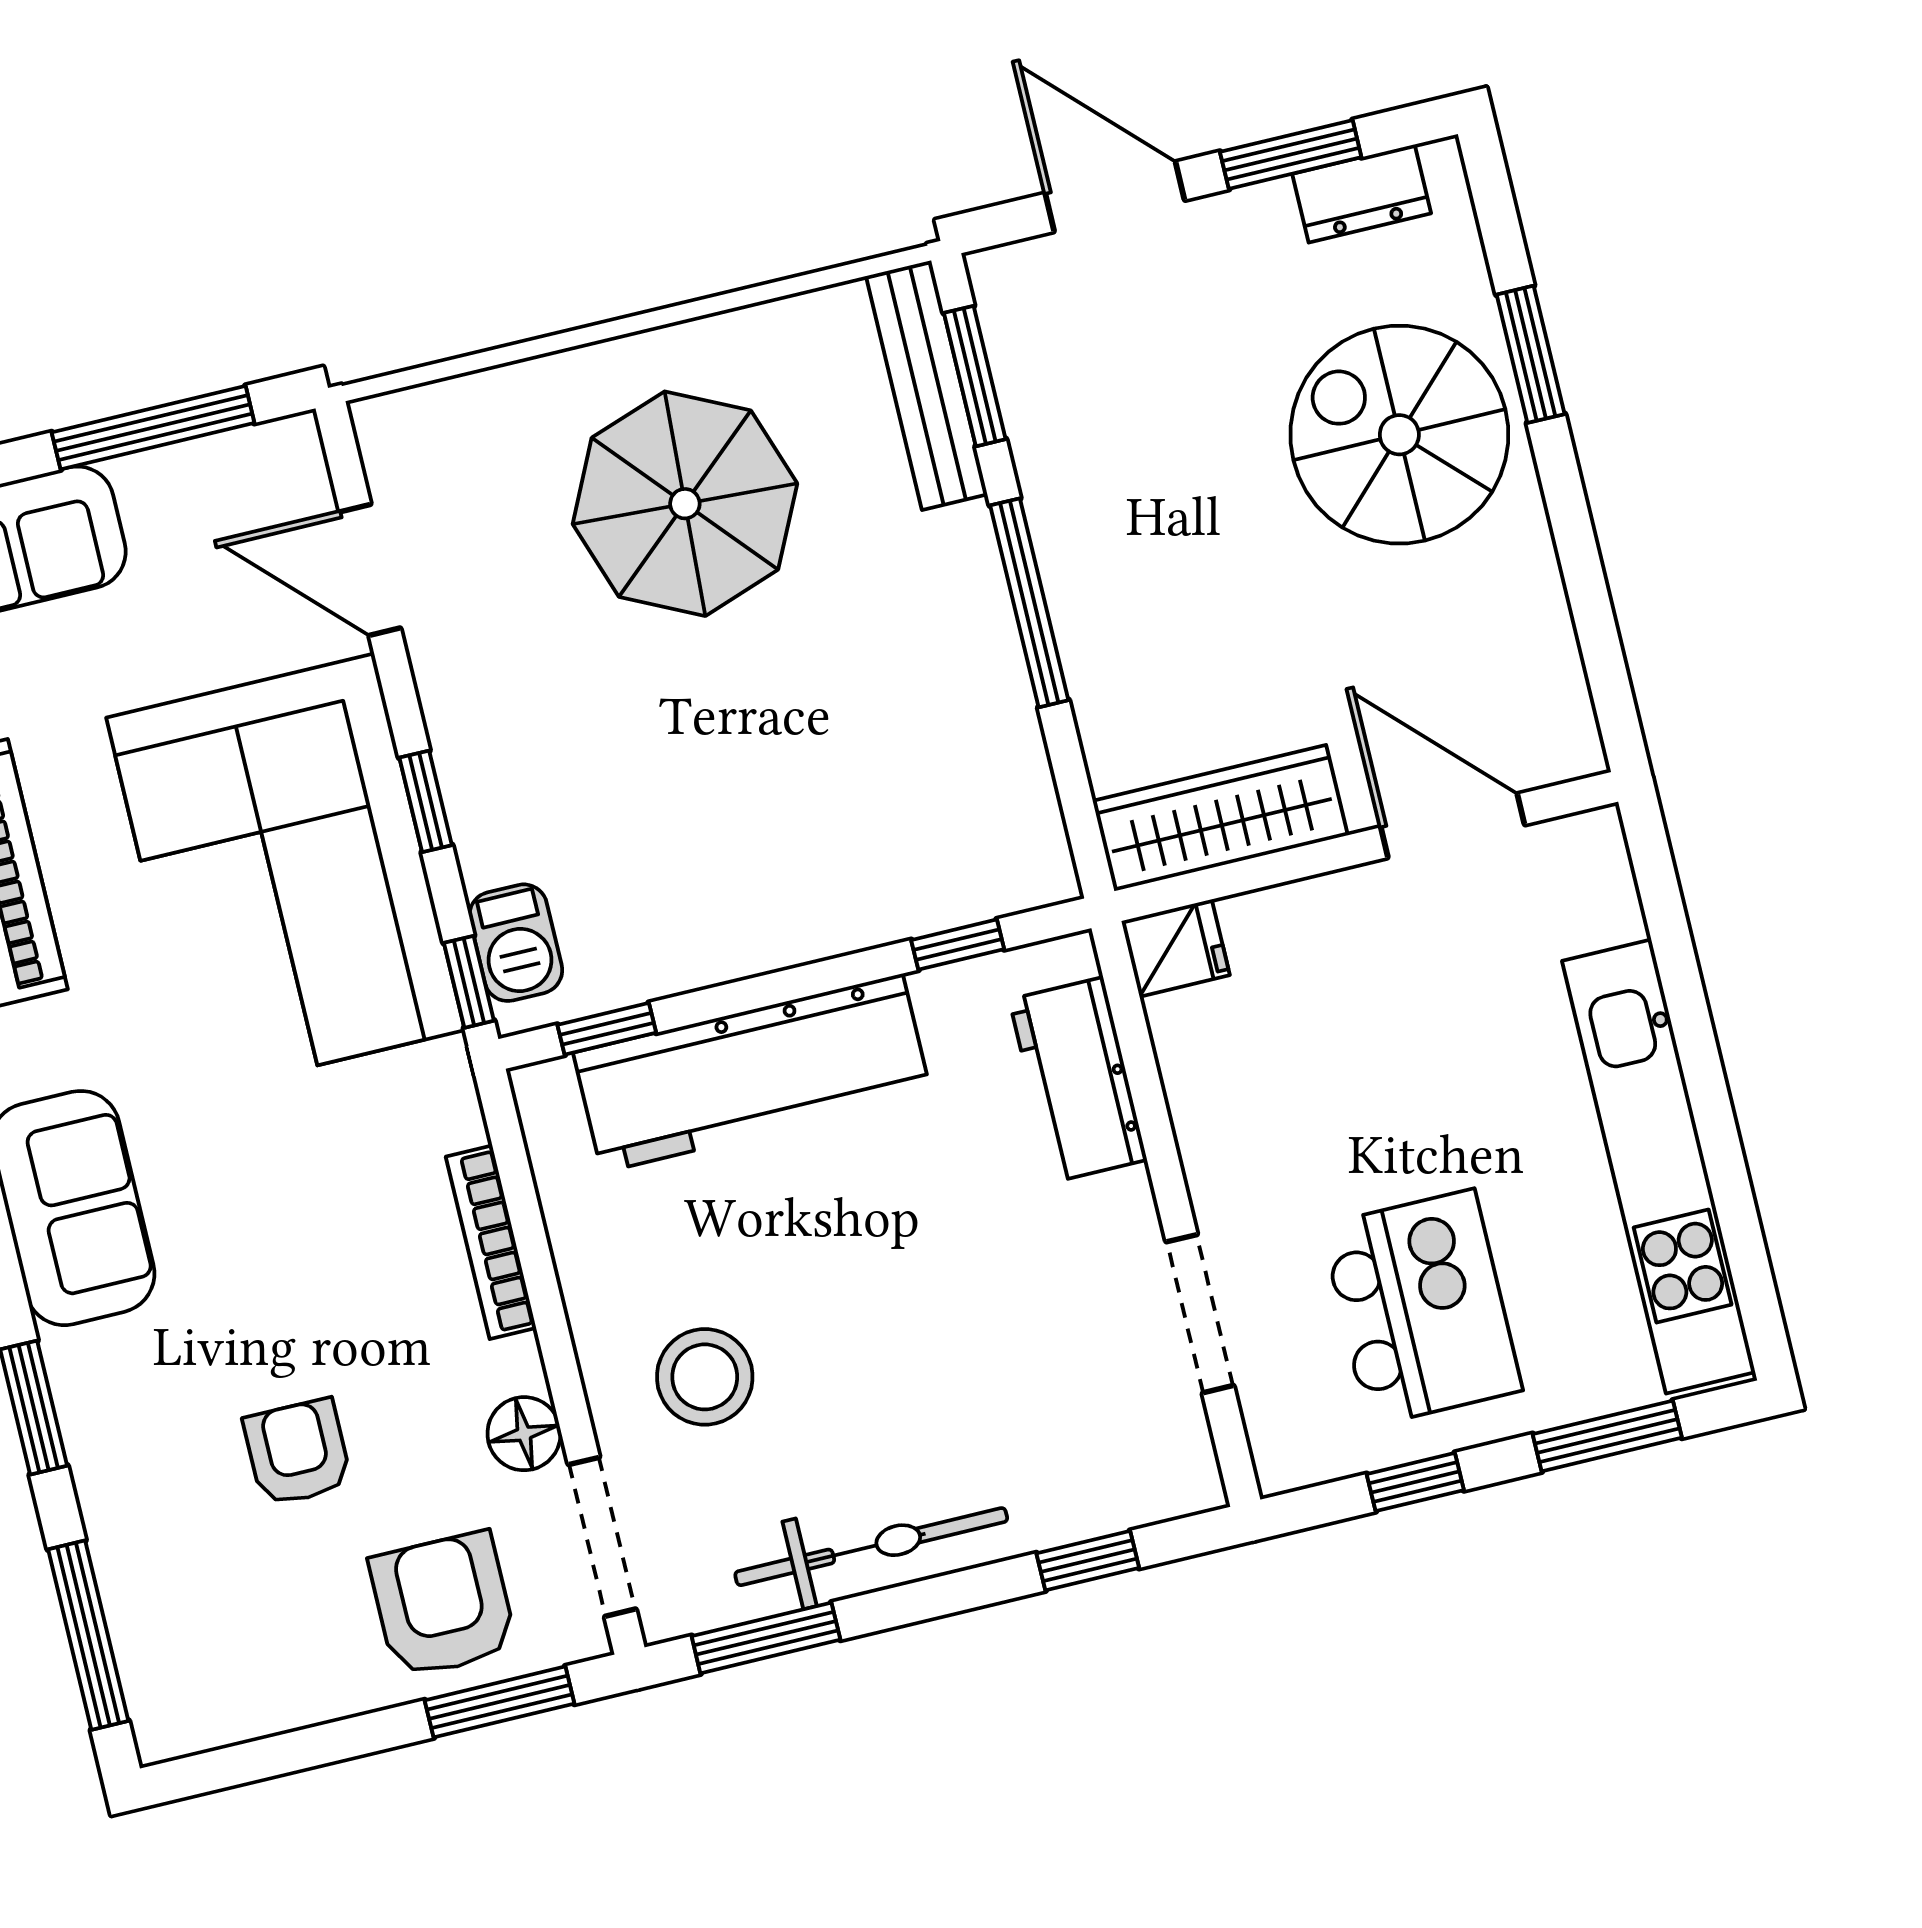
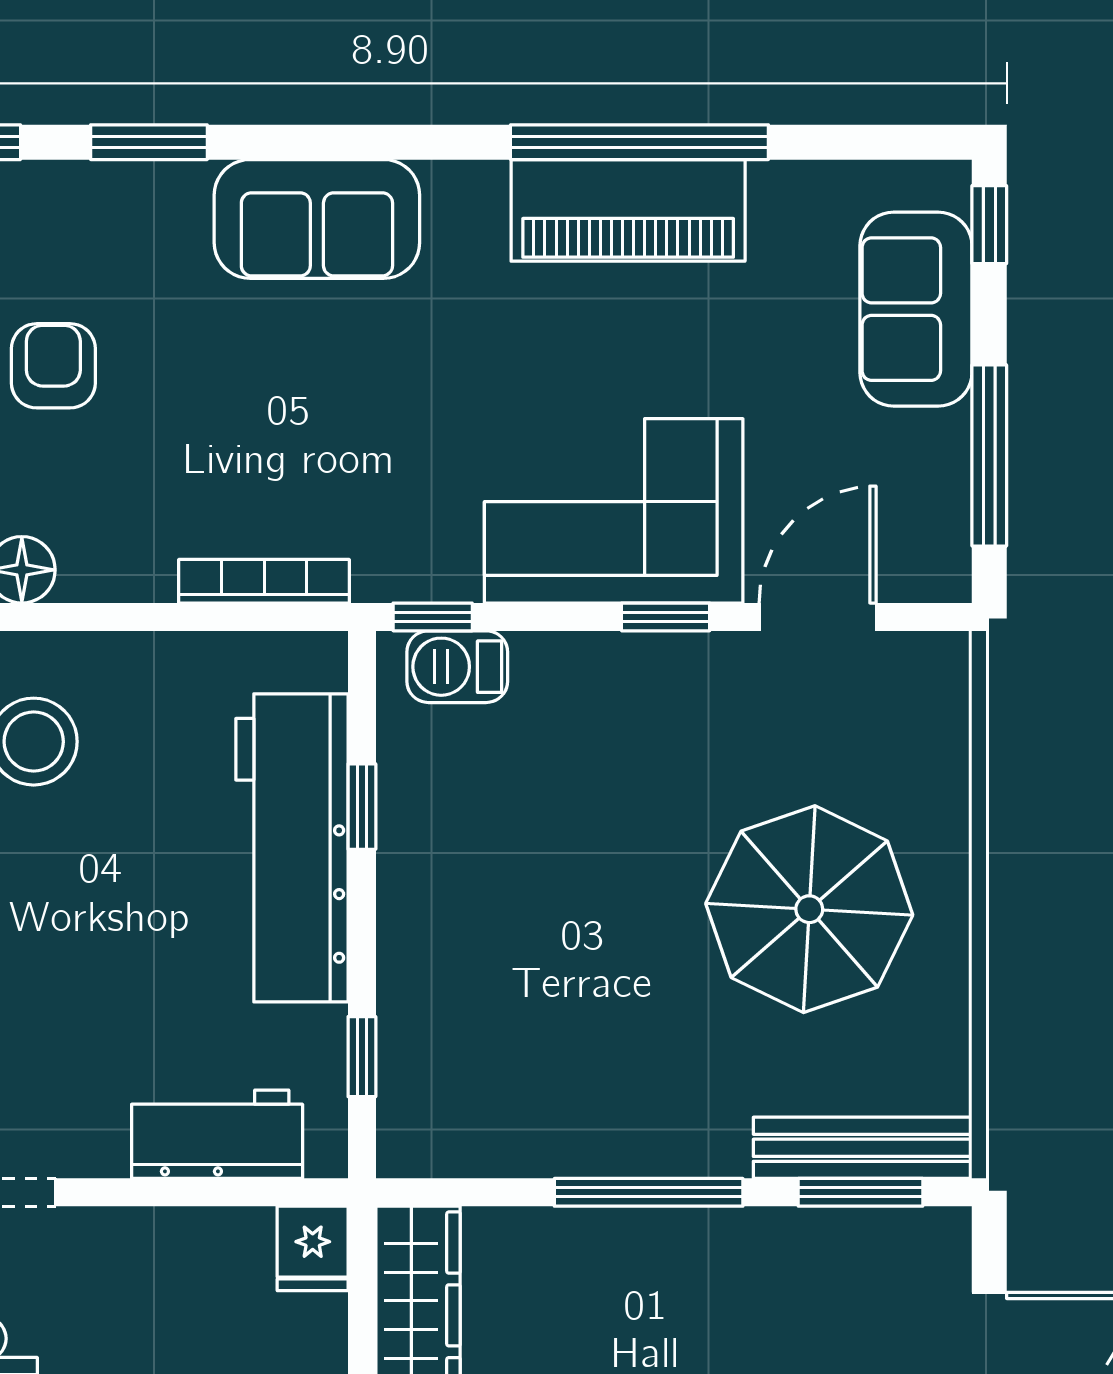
window: (426, 801) -> (666, 617), moved
corner sofa: (285, 874) -> (614, 511), width x0.73, depth x0.74
window: (607, 1029) -> (362, 807), moved
bookcase: (491, 1242) -> (264, 581), moved
armchair: (298, 1452) -> (53, 366), turned -90

